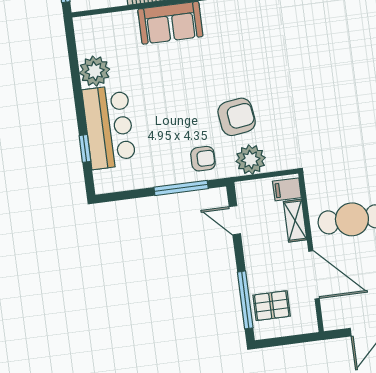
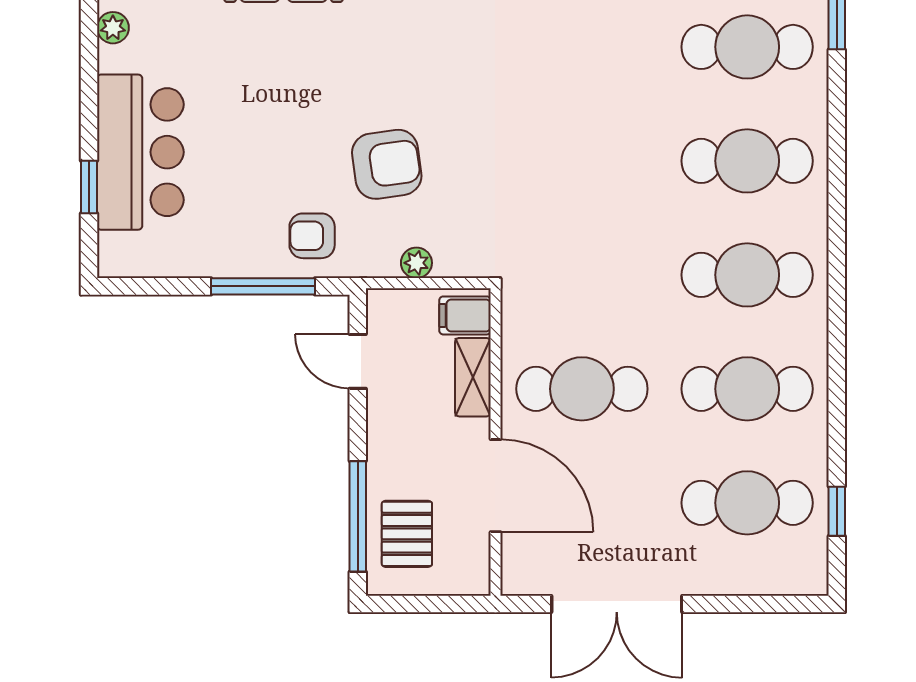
plant: (95, 71) -> (113, 28), width x0.53, depth x0.53
armchair: (203, 159) -> (312, 236), turned 180
plant: (251, 160) -> (416, 263), width x0.53, depth x0.53
pallet: (272, 306) -> (407, 534), turned 90

